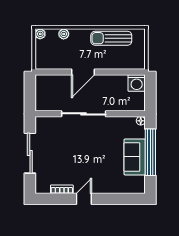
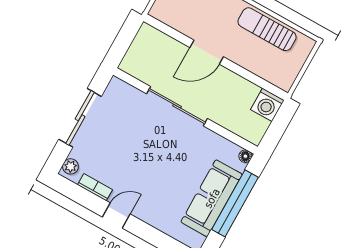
sofa: (135, 157) -> (212, 198), width x1.36
plant: (40, 185) -> (70, 166), added

